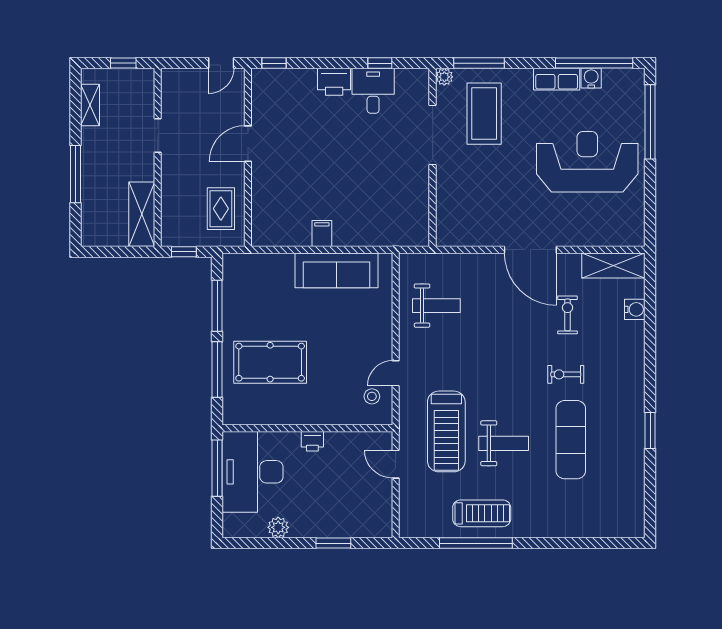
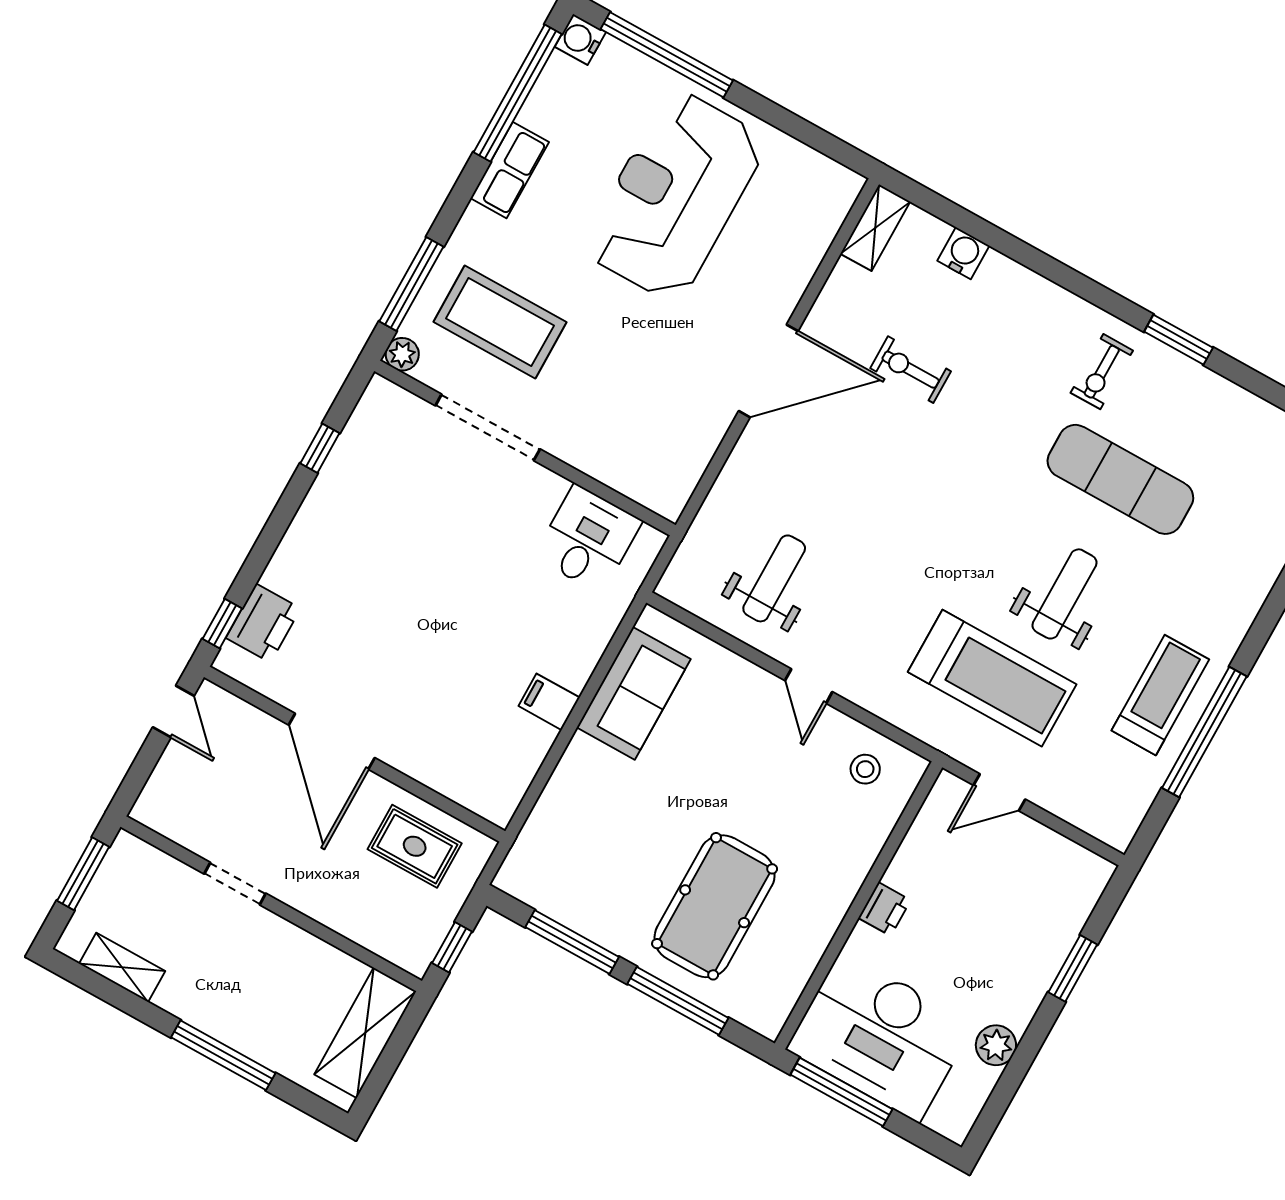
window: (123, 63) -> (83, 874), width x1.50
water cooler: (591, 78) -> (580, 39), moved
printer: (334, 82) -> (263, 623), moved
desk: (373, 91) -> (588, 539), moved, turned 90
door: (248, 144) -> (332, 741), width x1.36
shelving: (142, 214) -> (365, 1033), moved, turned 90
shelving: (613, 265) -> (875, 228), width x0.67, depth x0.75
sofa: (337, 270) -> (634, 693), width x0.73
door: (396, 373) -> (809, 686), moved
exercise bike: (566, 374) -> (1102, 372), moved

